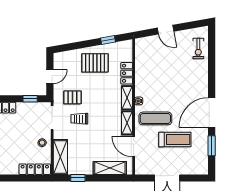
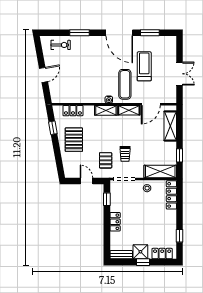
window: (212, 69) -> (79, 33), added
locker: (127, 73) -> (73, 111), moved

